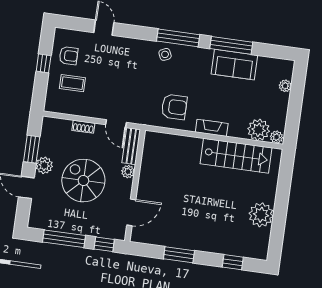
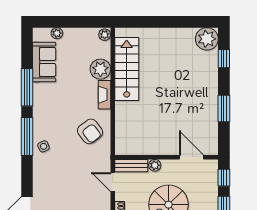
sofa: (234, 65) -> (44, 62), moved
armchair: (174, 107) -> (90, 131), turned 143
door: (116, 124) -> (113, 182), swing flipped
plant: (259, 130) -> (100, 69), moved
plant: (261, 215) -> (207, 39), moved

